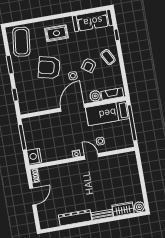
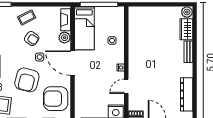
armchair: (36, 98) -> (56, 99), added
door: (91, 156) -> (126, 86), moved
dresser: (75, 218) -> (187, 94), moved

